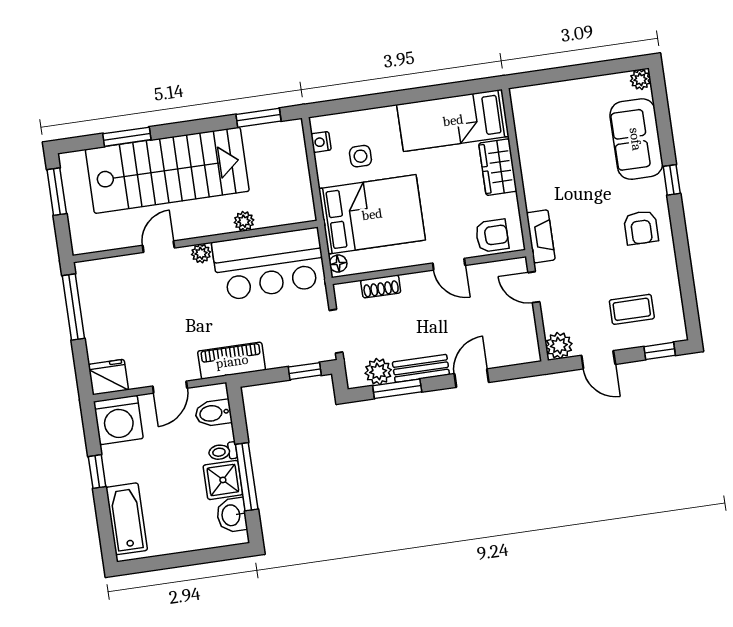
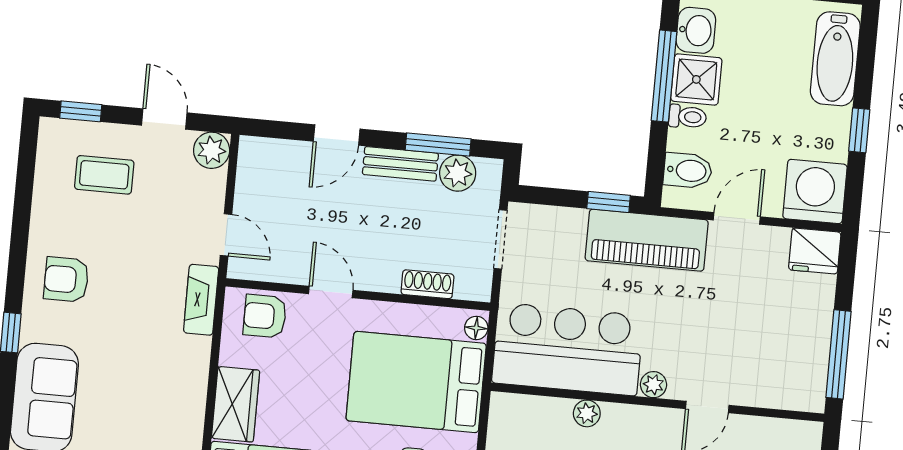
armchair: (641, 228) -> (66, 279), turned -90
piano: (232, 361) -> (647, 240), width x1.37, depth x1.33
window: (305, 371) -> (609, 202), moved

